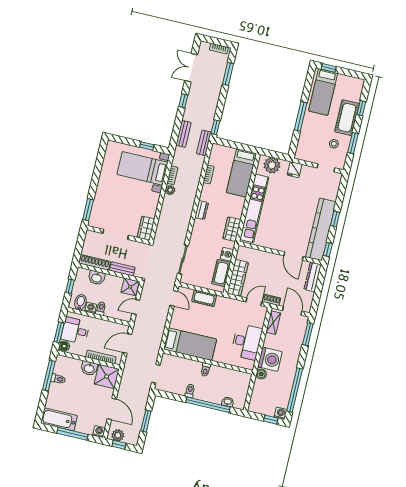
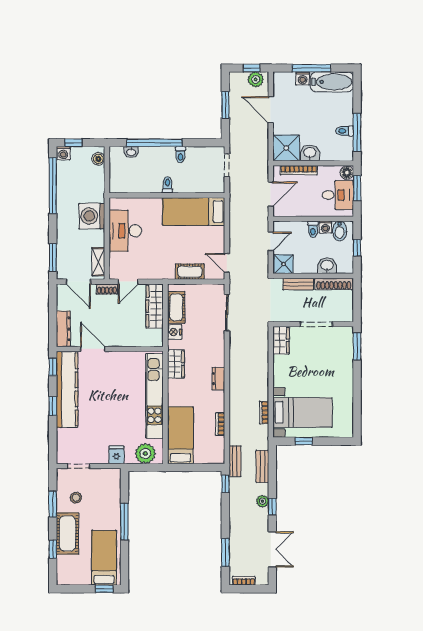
plant: (170, 190) -> (262, 501), moved
boiler: (261, 374) -> (98, 159), moved
washing machine: (99, 432) -> (303, 78), moved

